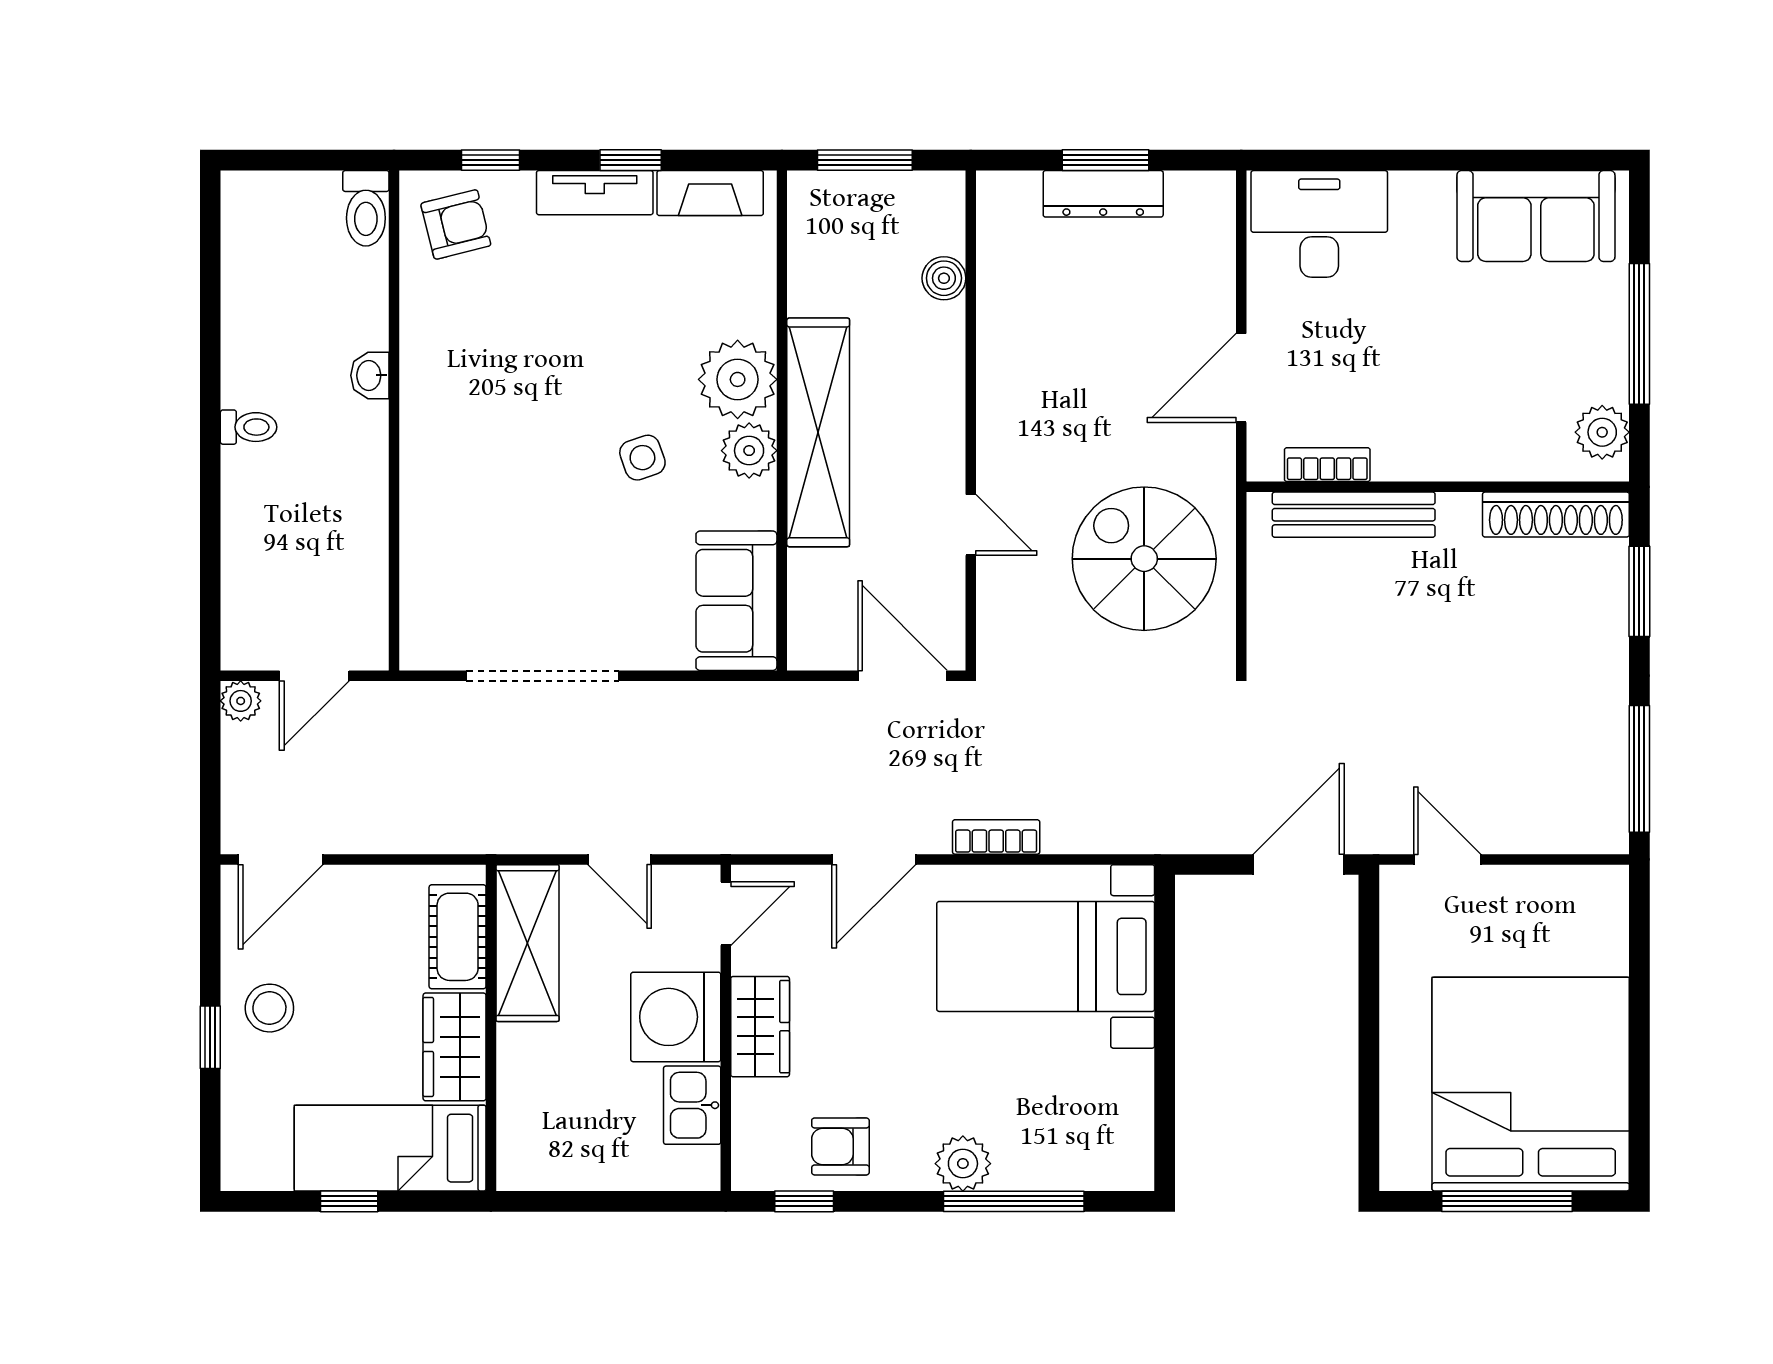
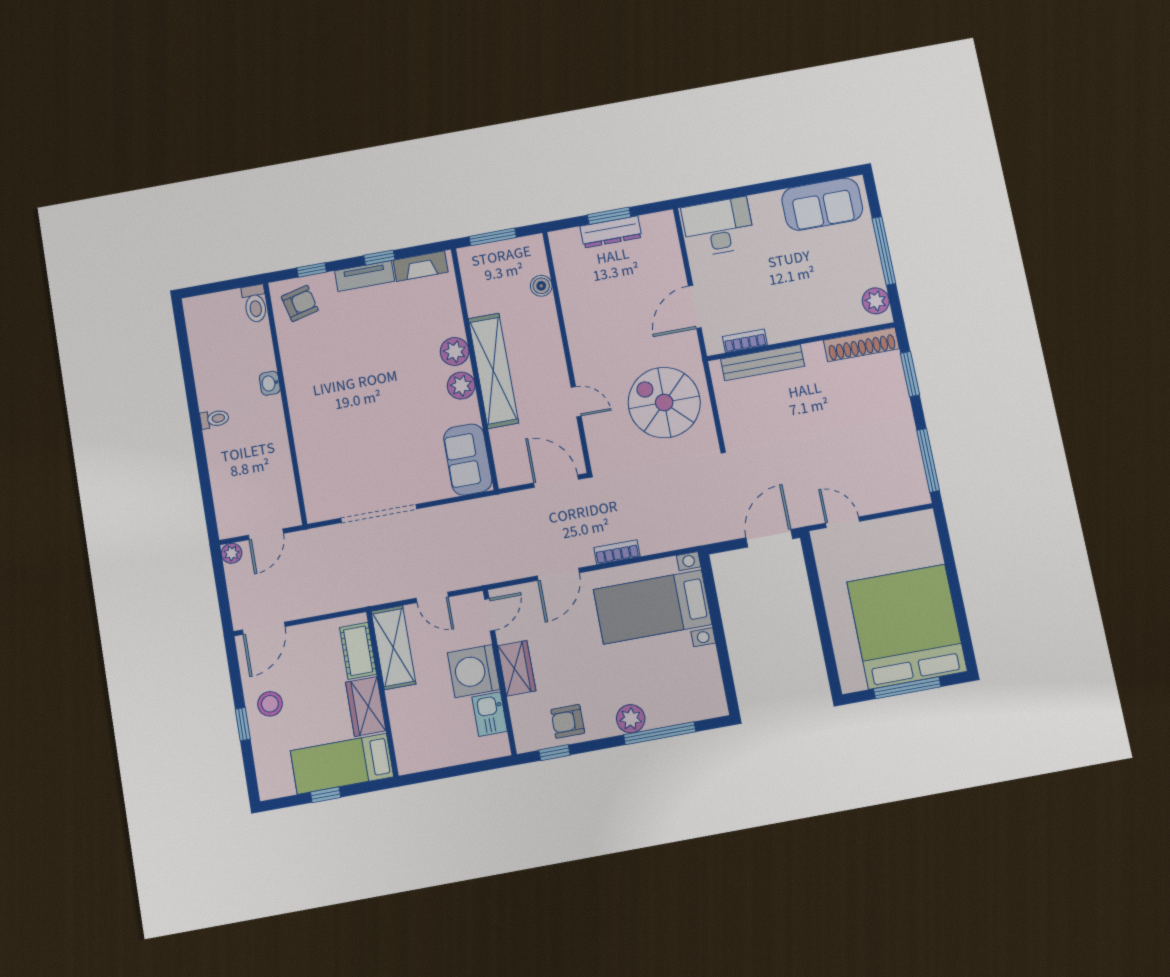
plant: (738, 379) -> (455, 352), width x0.73, depth x0.73
side table: (642, 458) -> (410, 398), removed

